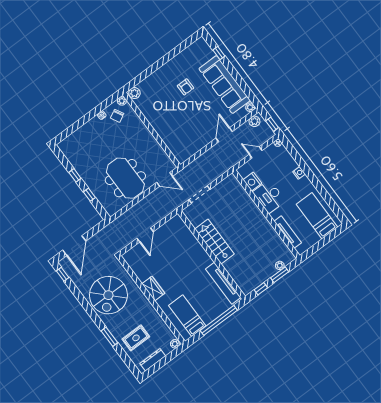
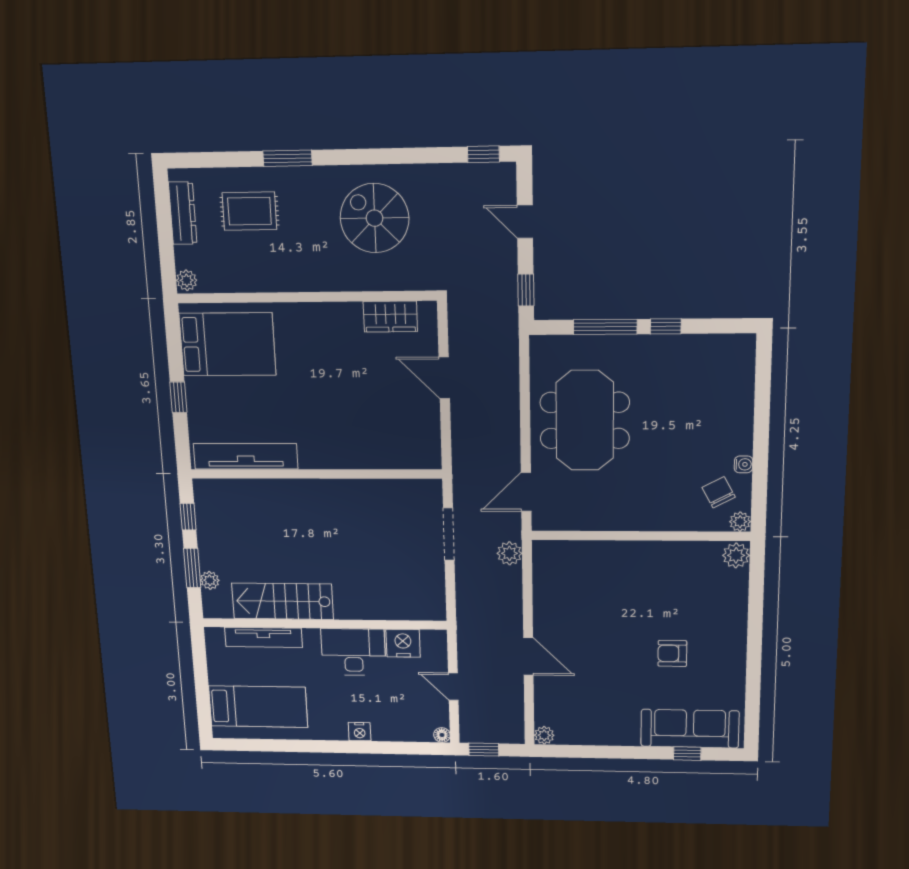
sofa: (225, 85) -> (690, 729), moved, width x0.74, depth x0.79
plant: (254, 121) -> (509, 553), moved
door: (256, 152) -> (453, 687), swing flipped
meeting table: (125, 178) -> (585, 420), turned 90
window: (89, 195) -> (605, 327), width x2.17
window: (96, 229) -> (526, 290), added
stairs: (214, 242) -> (283, 601), moved, turned 180
door: (74, 246) -> (525, 222), width x0.53
wardrobe: (153, 289) -> (390, 317), moved
spiral stairs: (108, 295) -> (375, 218), width x0.73, depth x0.73
bed: (187, 316) -> (227, 344), width x1.50
window: (219, 320) -> (178, 397), width x0.32
rug: (136, 338) -> (249, 211), turned 90

